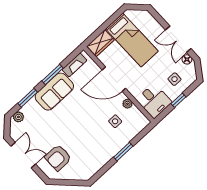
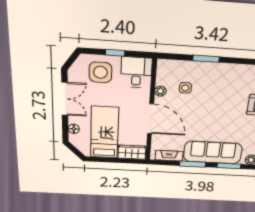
floor lamp: (187, 59) -> (74, 129), moved
side table: (175, 79) -> (100, 72), width x1.87, depth x1.87
sofa: (54, 92) -> (213, 152), width x1.36

